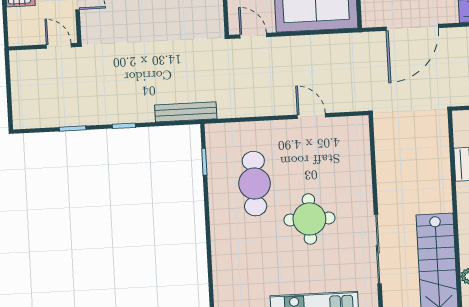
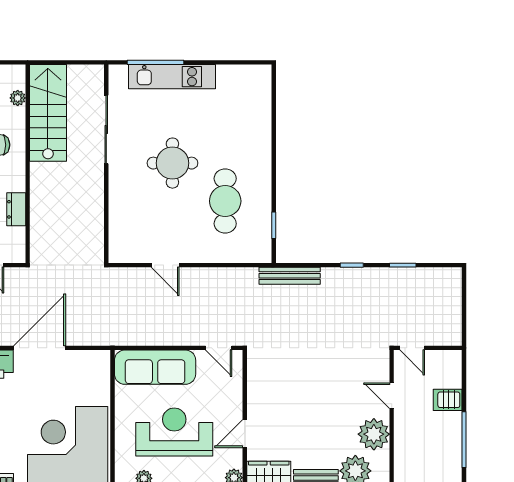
door: (412, 27) -> (40, 348), moved

